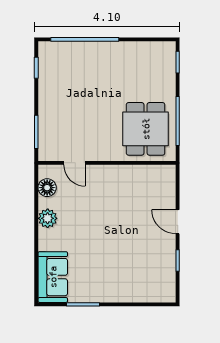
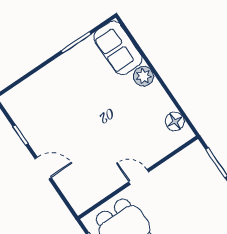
door: (74, 163) -> (139, 177), moved
plant: (48, 218) -> (143, 76), moved

